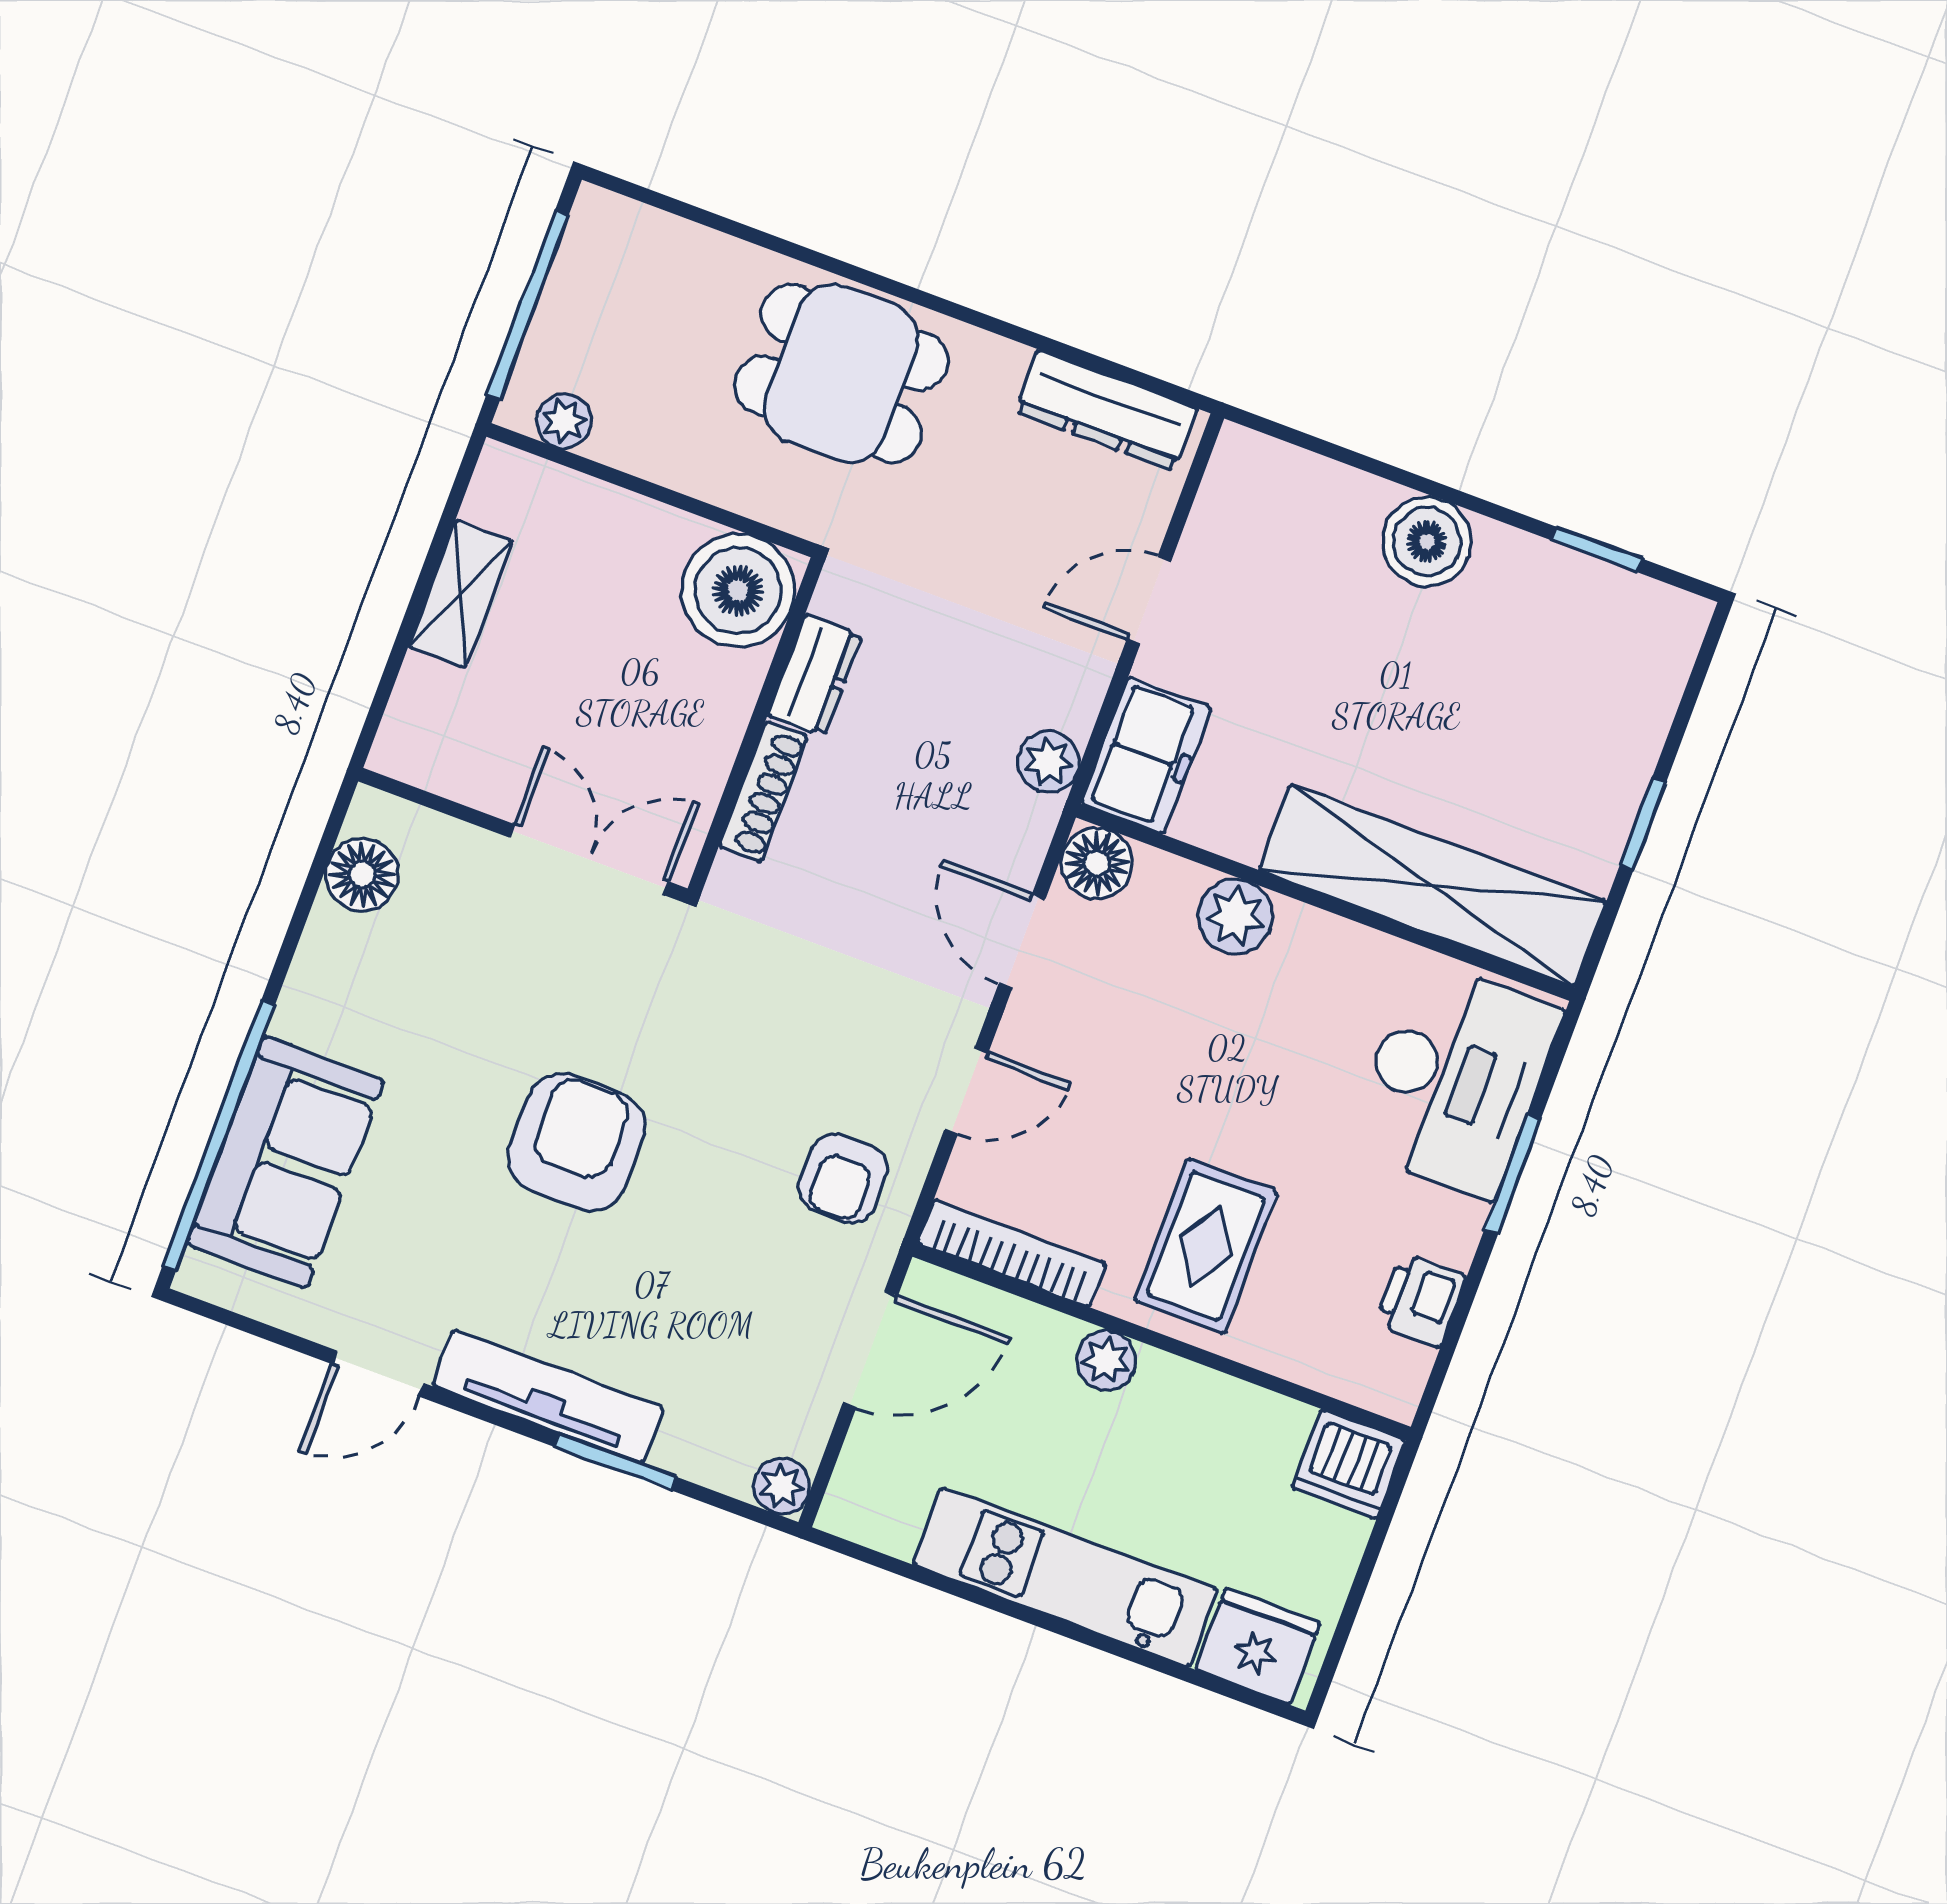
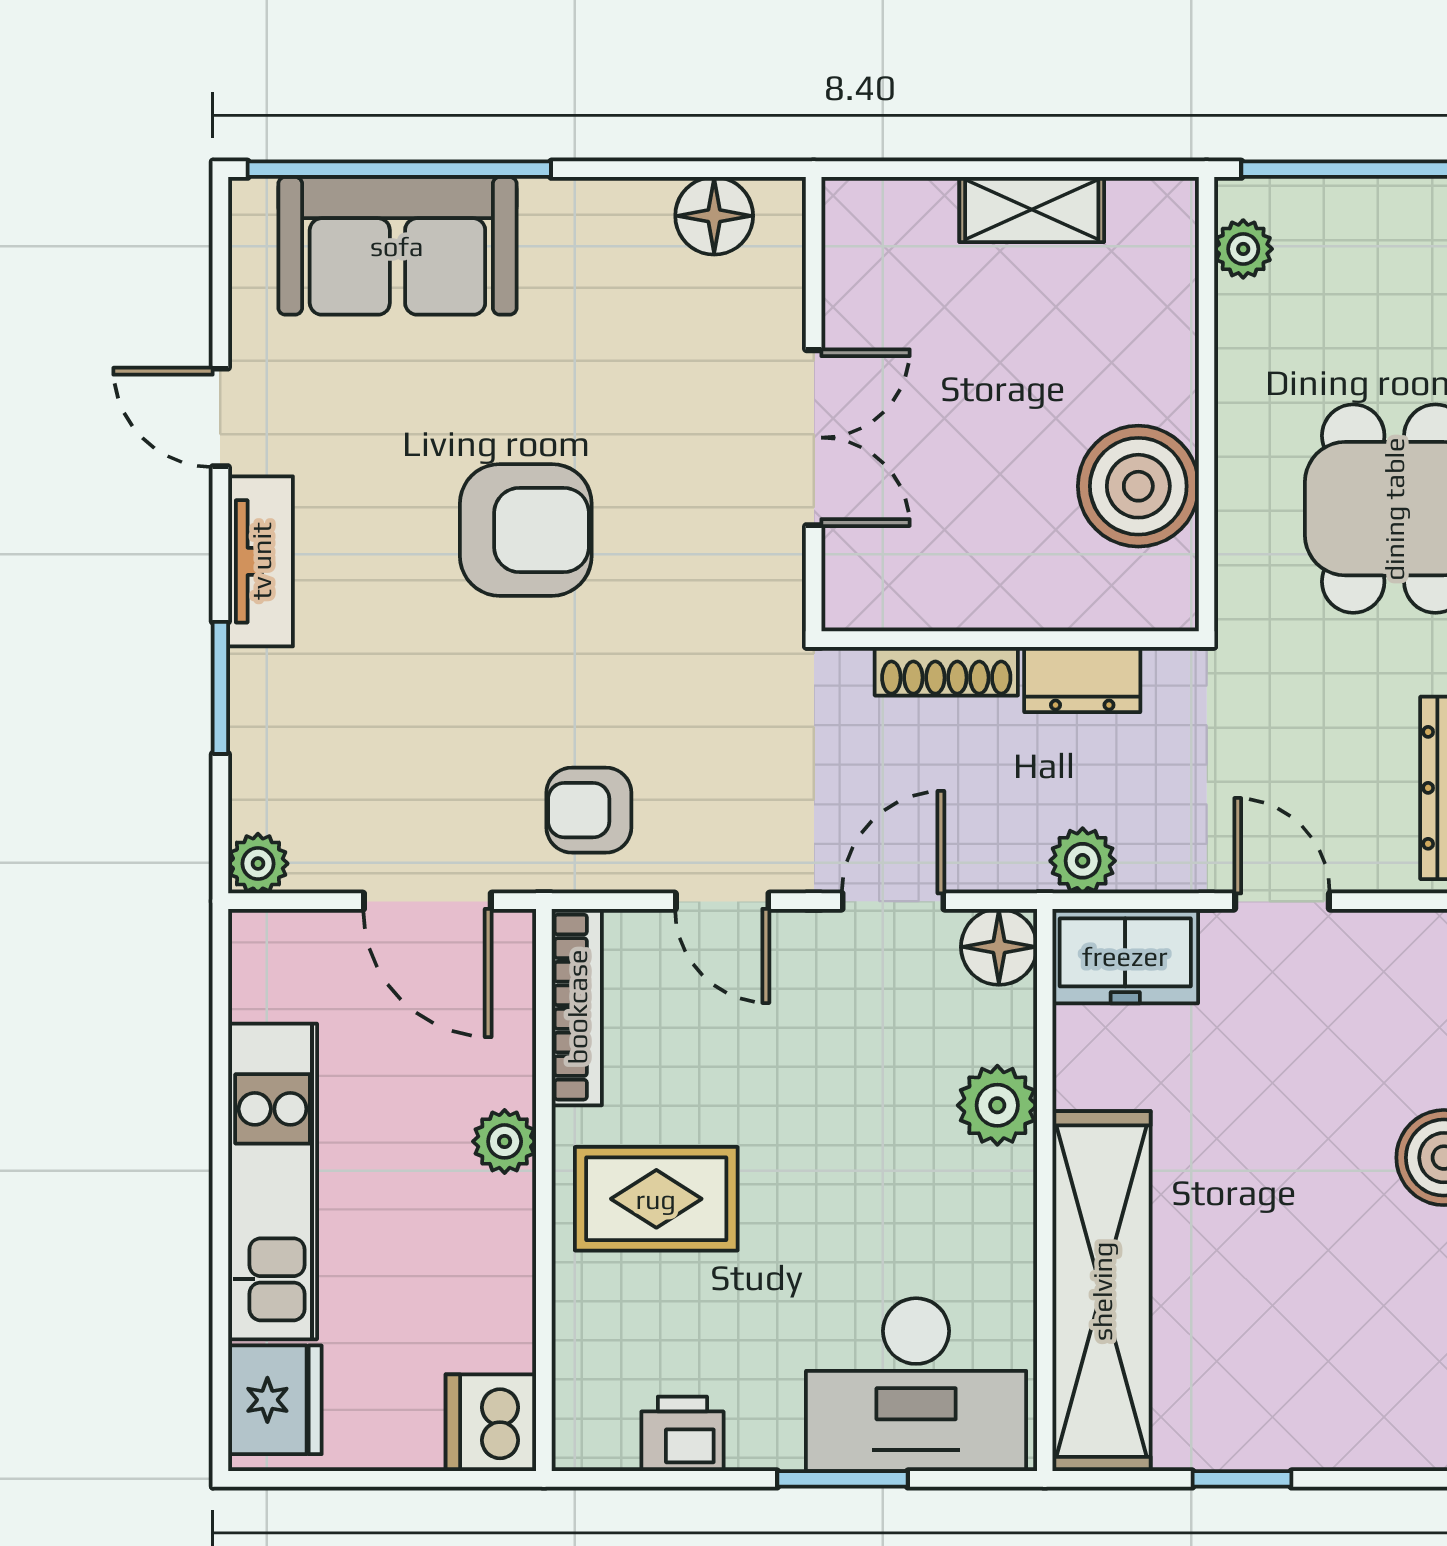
dresser: (815, 675) -> (1082, 680), moved
wall: (756, 725) -> (1010, 639), moved
shoe rack: (763, 792) -> (946, 671), moved
tv unit: (548, 1397) -> (261, 561), width x0.71

